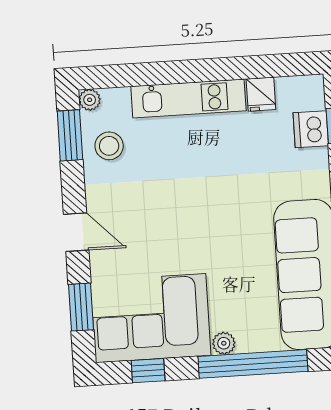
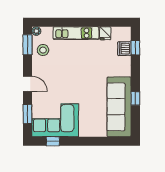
plant: (224, 343) -> (84, 132), removed
window: (253, 364) -> (95, 141), removed

